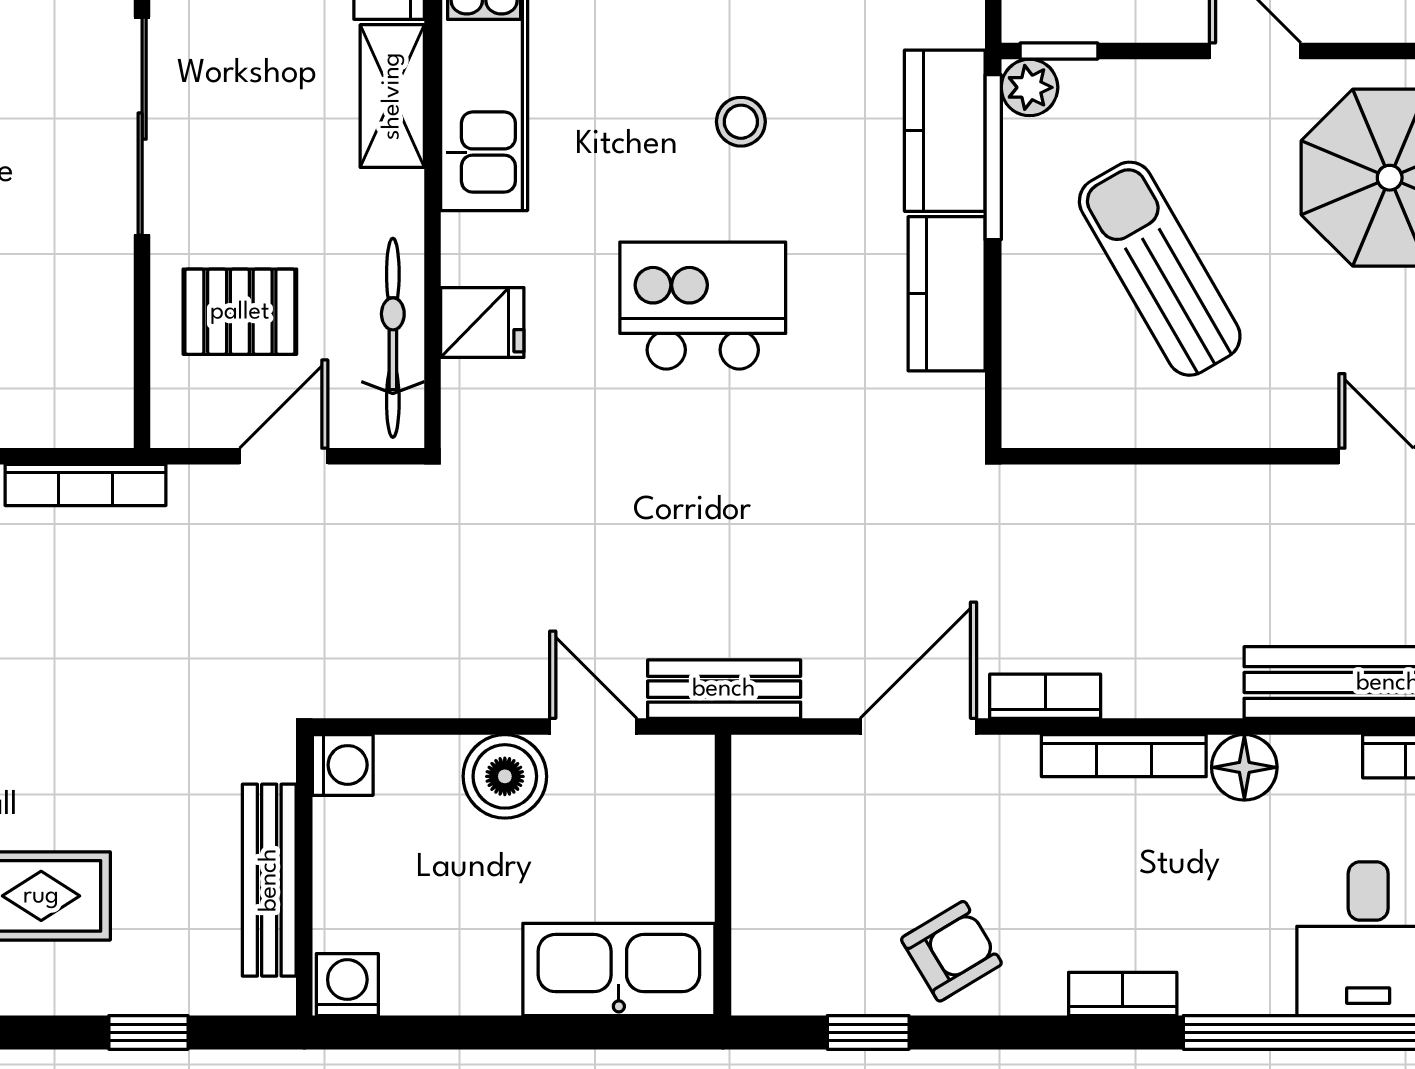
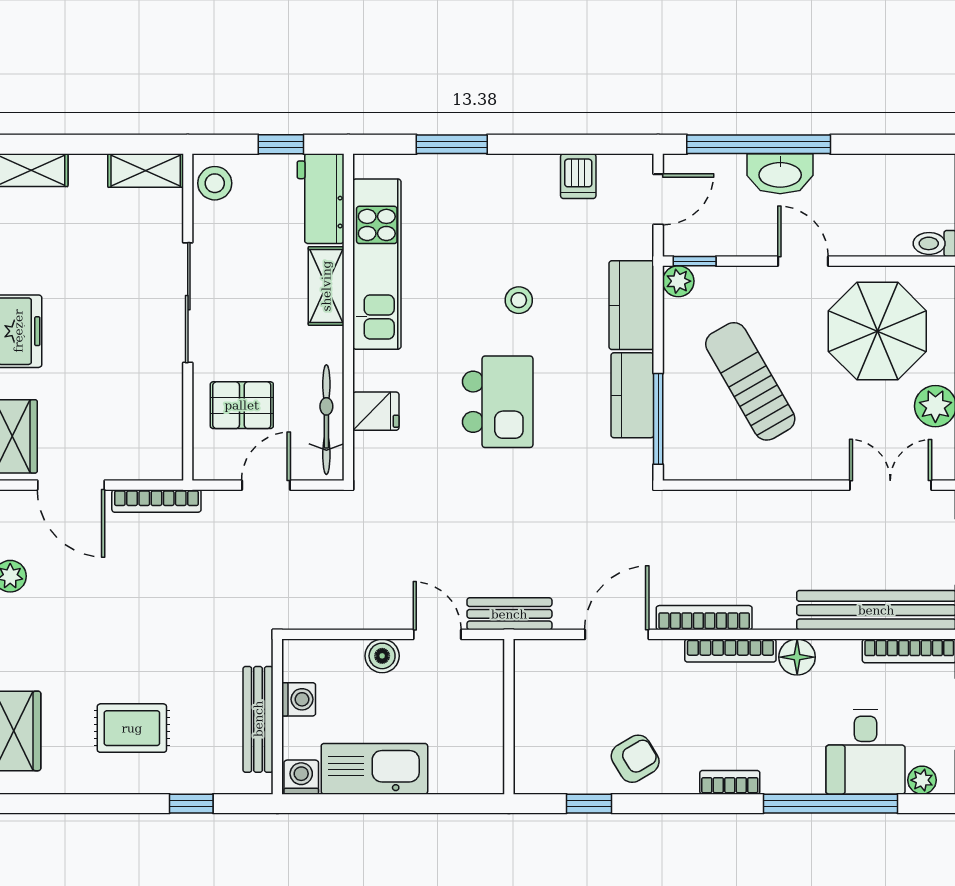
window: (993, 157) -> (658, 419), moved
kitchen island: (703, 306) -> (498, 402), turned 90
bookcase: (1045, 696) -> (704, 618), width x1.56
washing machine: (343, 765) -> (299, 699), moved
boiler: (505, 776) -> (382, 656), width x0.73, depth x0.73
kitchen sink: (619, 969) -> (374, 769), moved

